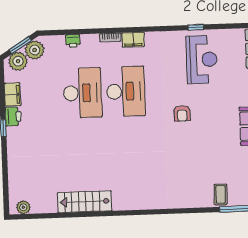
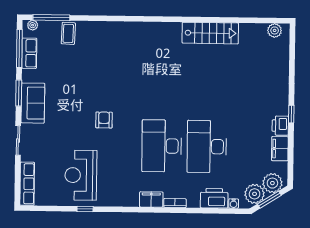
water cooler: (54, 40) -> (234, 204), added
printer: (73, 41) -> (214, 198), width x1.87, depth x1.48

